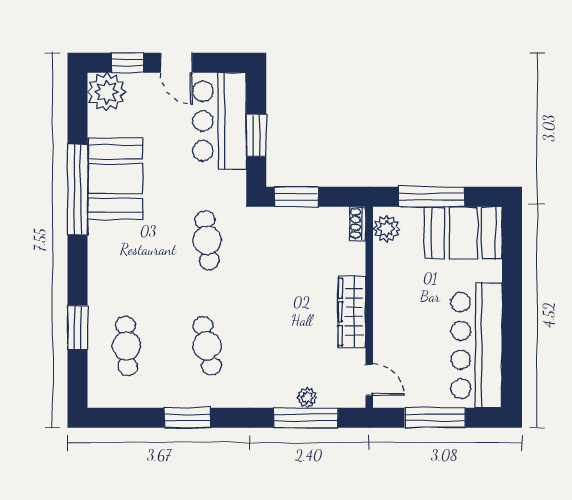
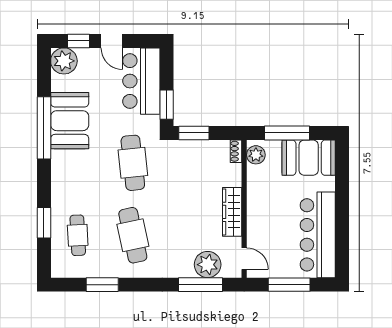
window: (256, 135) -> (167, 105), moved
cafe table: (207, 240) -> (133, 163), width x1.37, depth x1.35
cafe table: (207, 346) -> (133, 235), width x1.37, depth x1.35
plant: (307, 398) -> (208, 265), width x1.88, depth x1.88
window: (188, 418) -> (102, 285), moved

